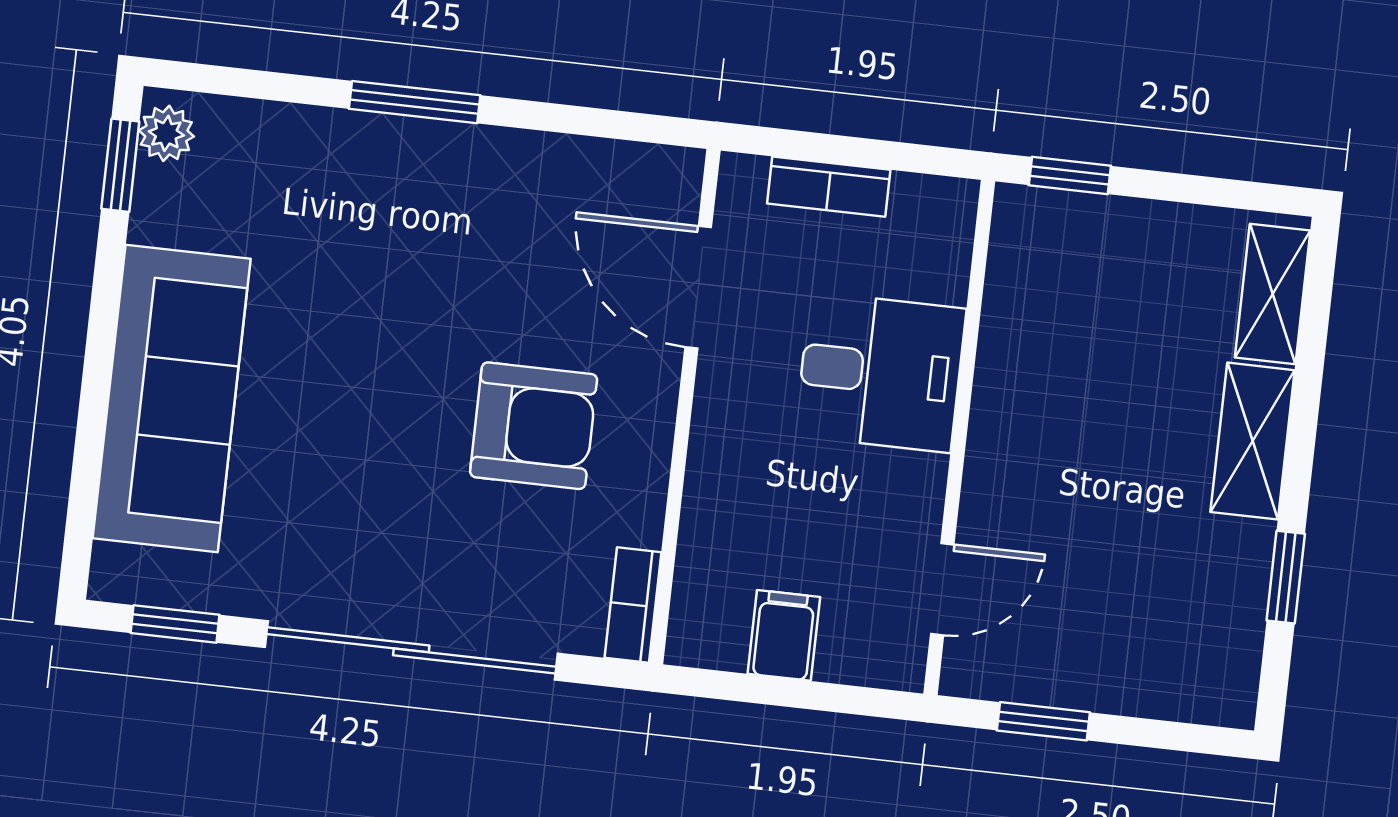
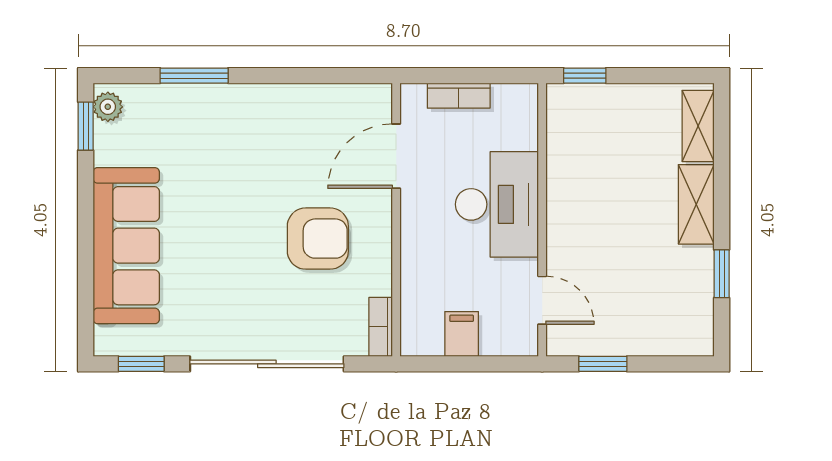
window: (415, 102) -> (194, 76), moved
door: (698, 287) -> (396, 156), hinge flipped
desk: (880, 372) -> (497, 204), width x1.37
door: (942, 589) -> (542, 300), hinge flipped

